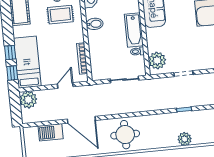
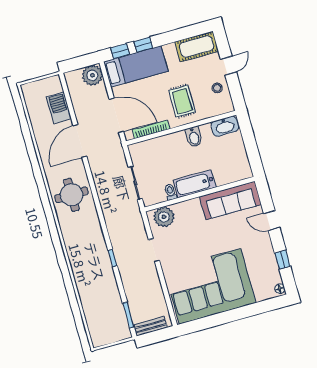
rug: (60, 15) -> (182, 101), moved
door: (65, 85) -> (116, 115), width x1.87
plant: (185, 139) -> (78, 265), removed

